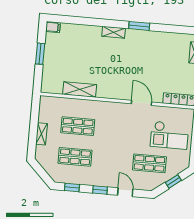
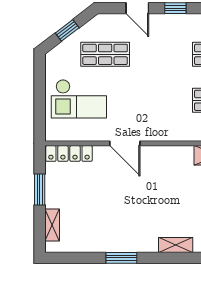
window: (139, 26) -> (121, 258), moved
checkout: (169, 135) -> (79, 99), turned 180

